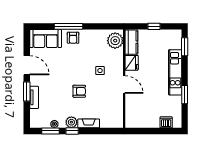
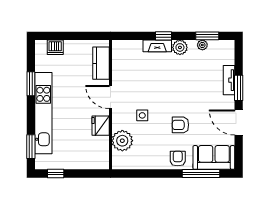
window: (69, 26) -> (201, 174), moved
window: (154, 26) -> (56, 174), moved
plant: (115, 41) -> (122, 141), moved
kitchen counter: (131, 42) -> (101, 63), moved
kitchen unit: (175, 72) -> (43, 113), width x1.36
armchair: (79, 91) -> (180, 125), moved
window: (72, 131) -> (164, 36), moved

